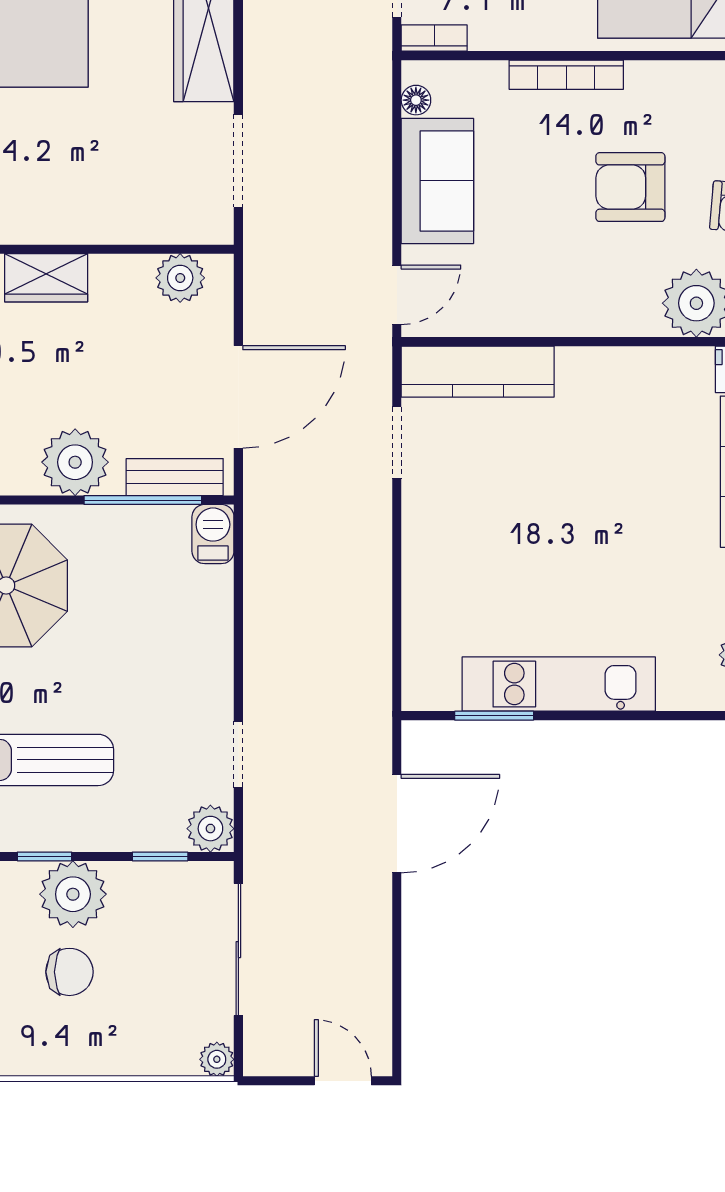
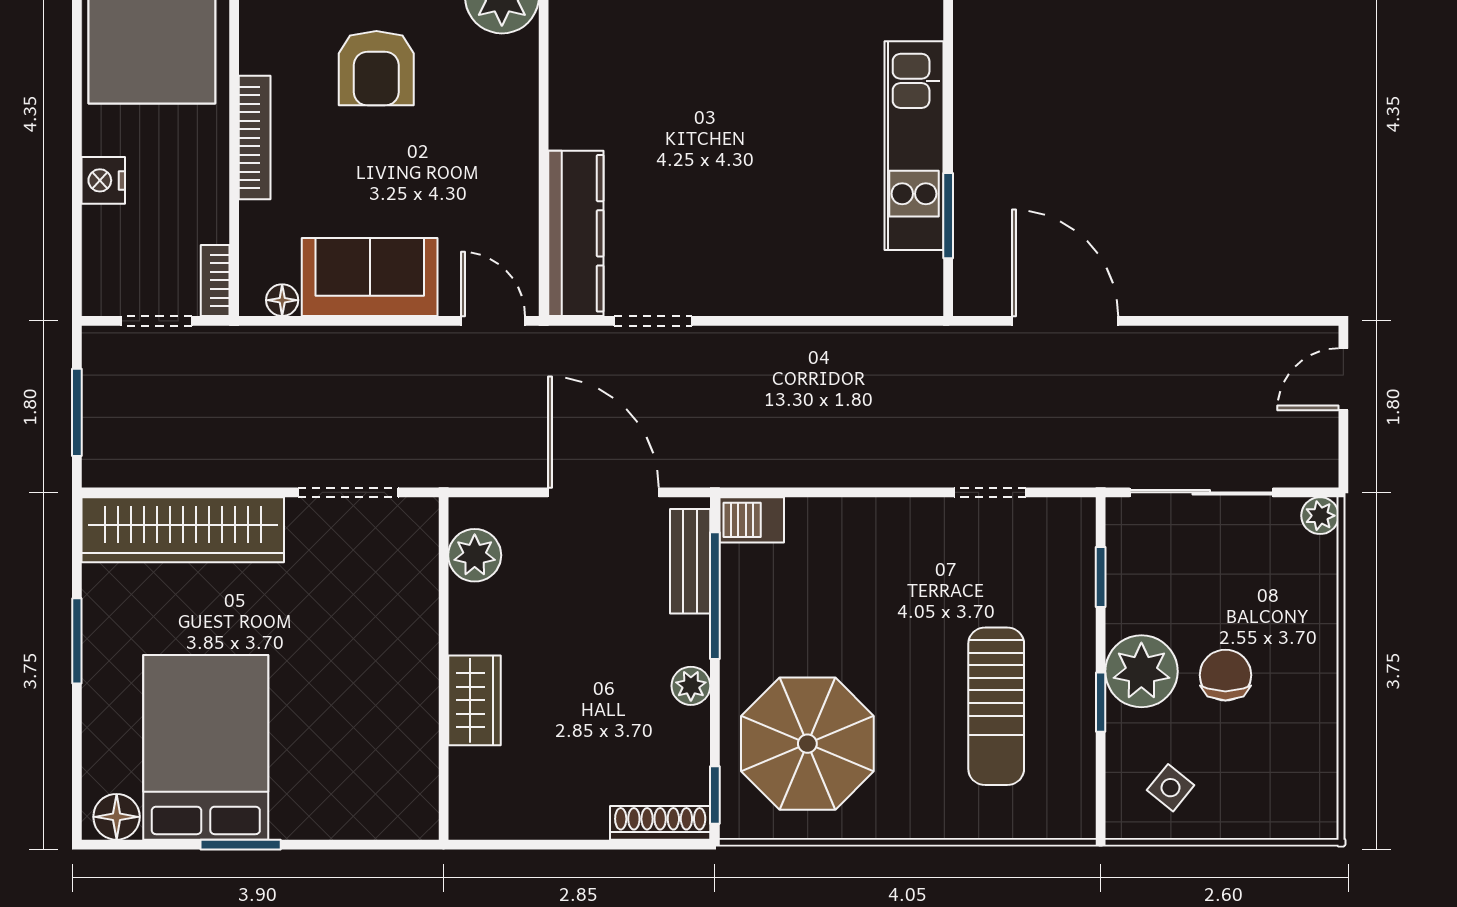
plant: (75, 462) -> (691, 686), width x0.53, depth x0.53
plant: (210, 829) -> (1070, 522), removed

